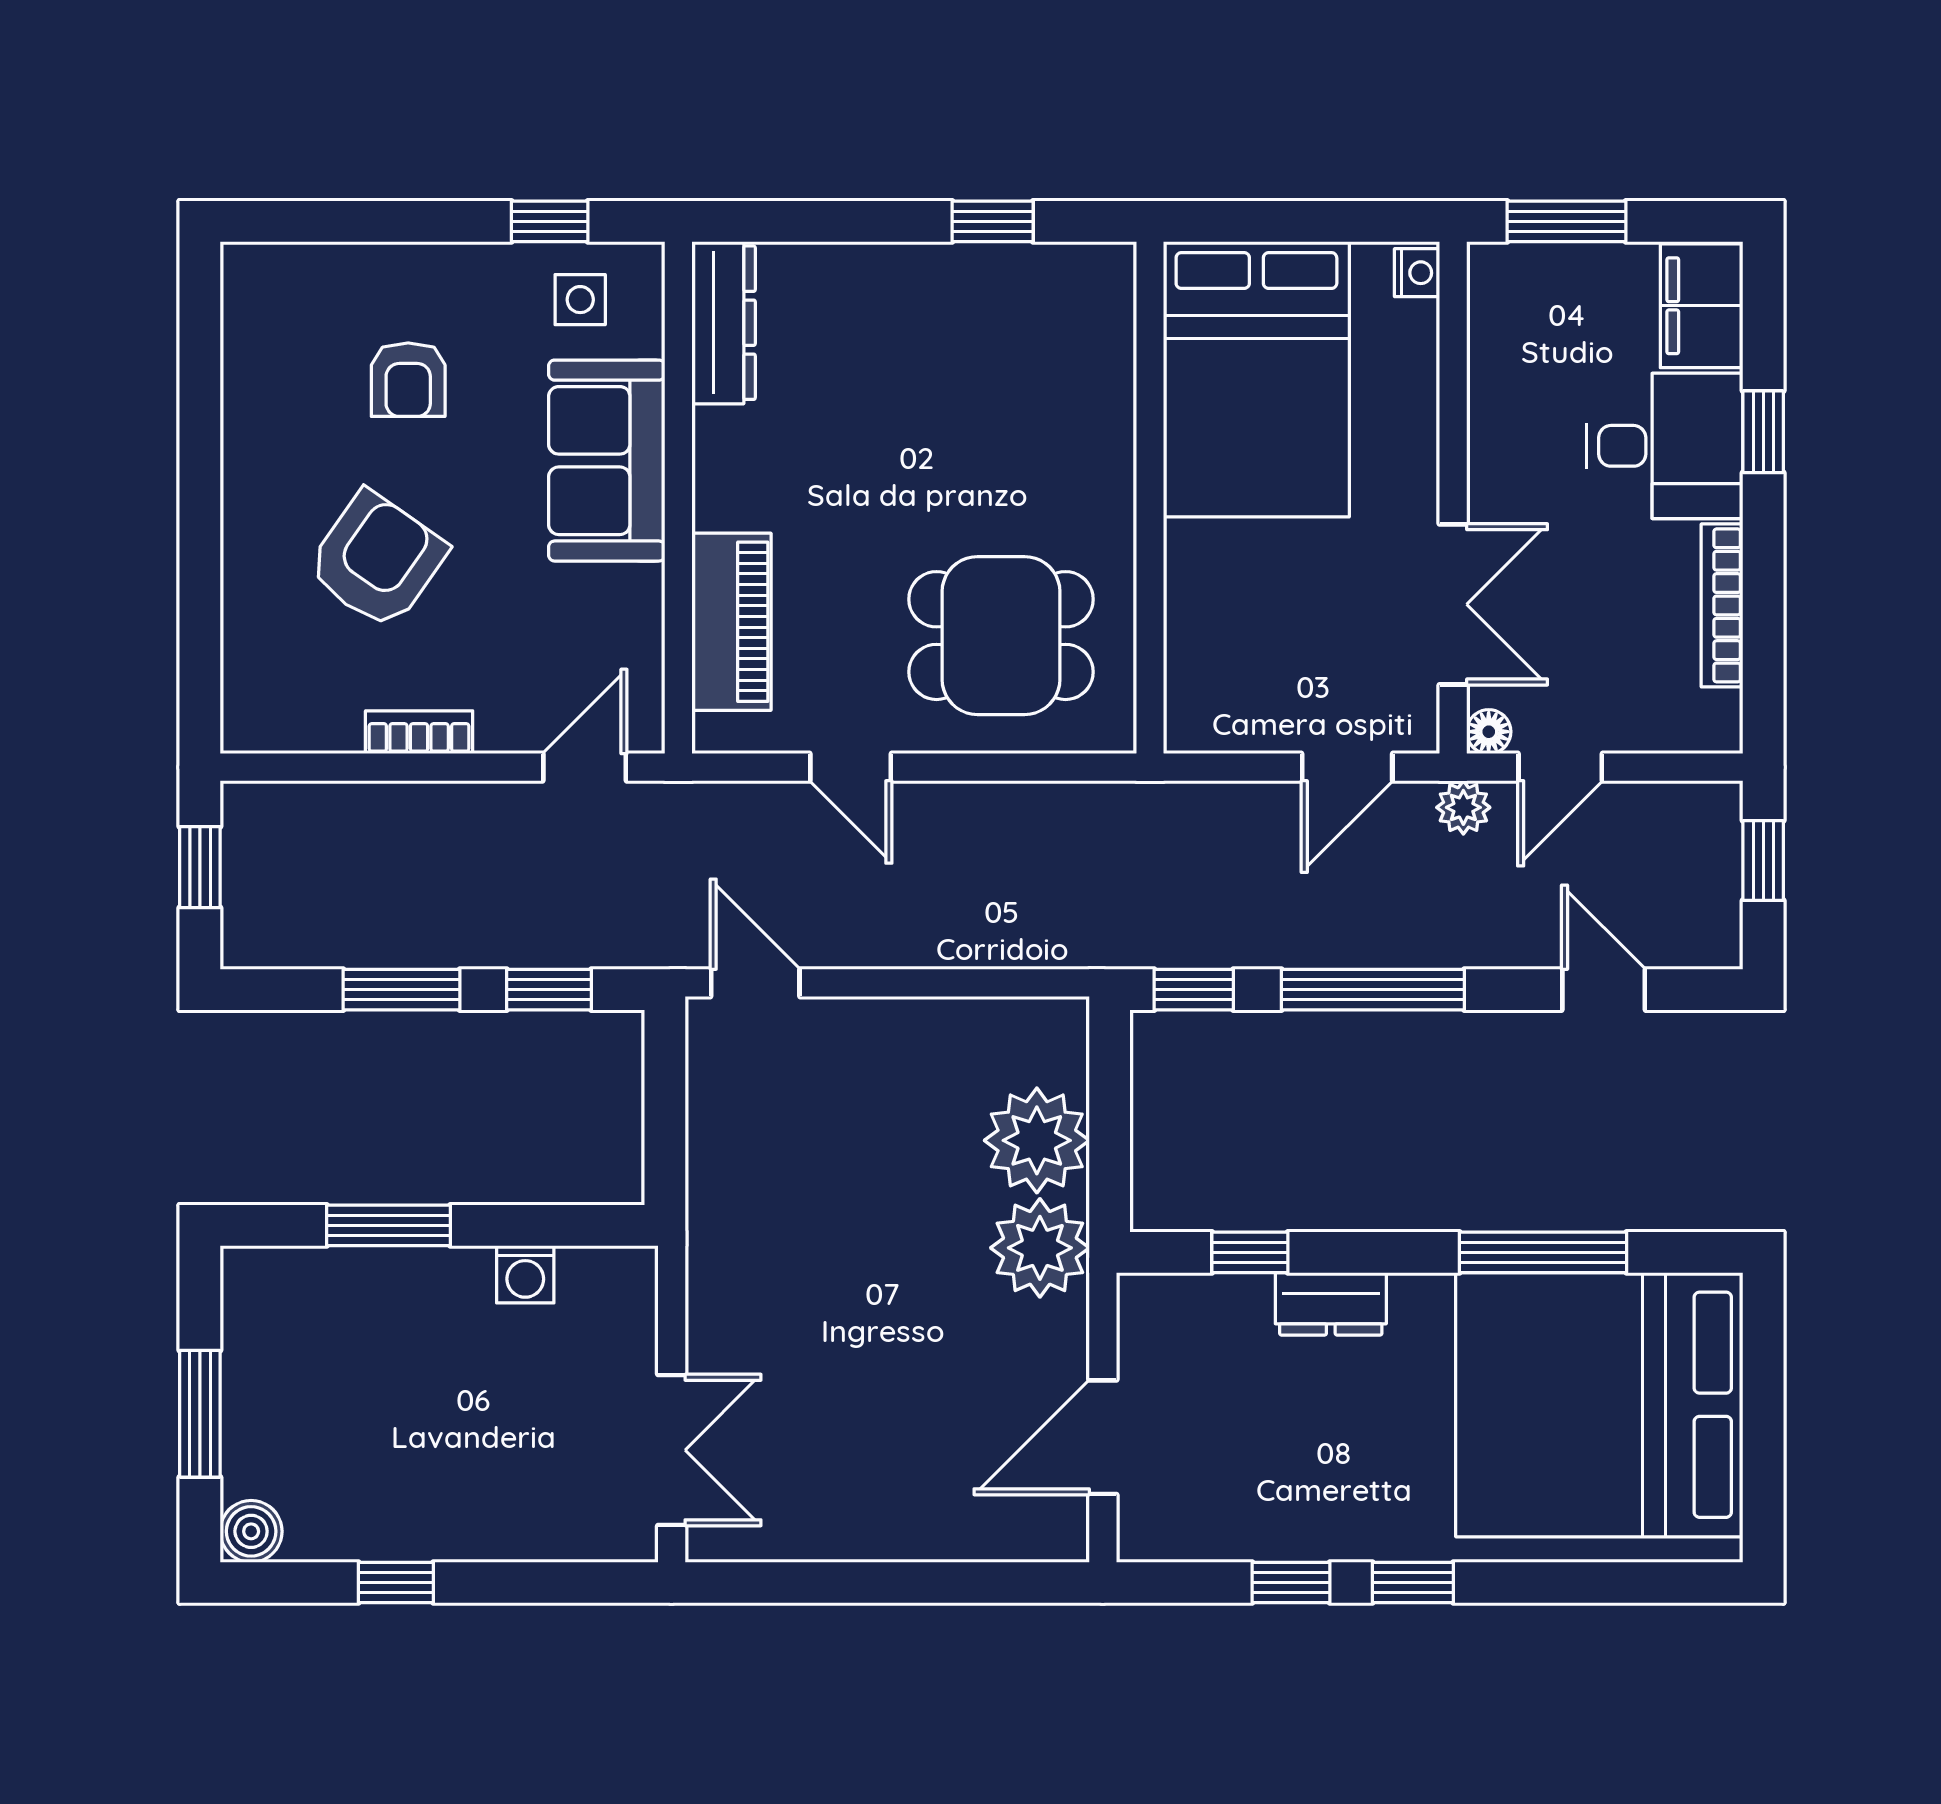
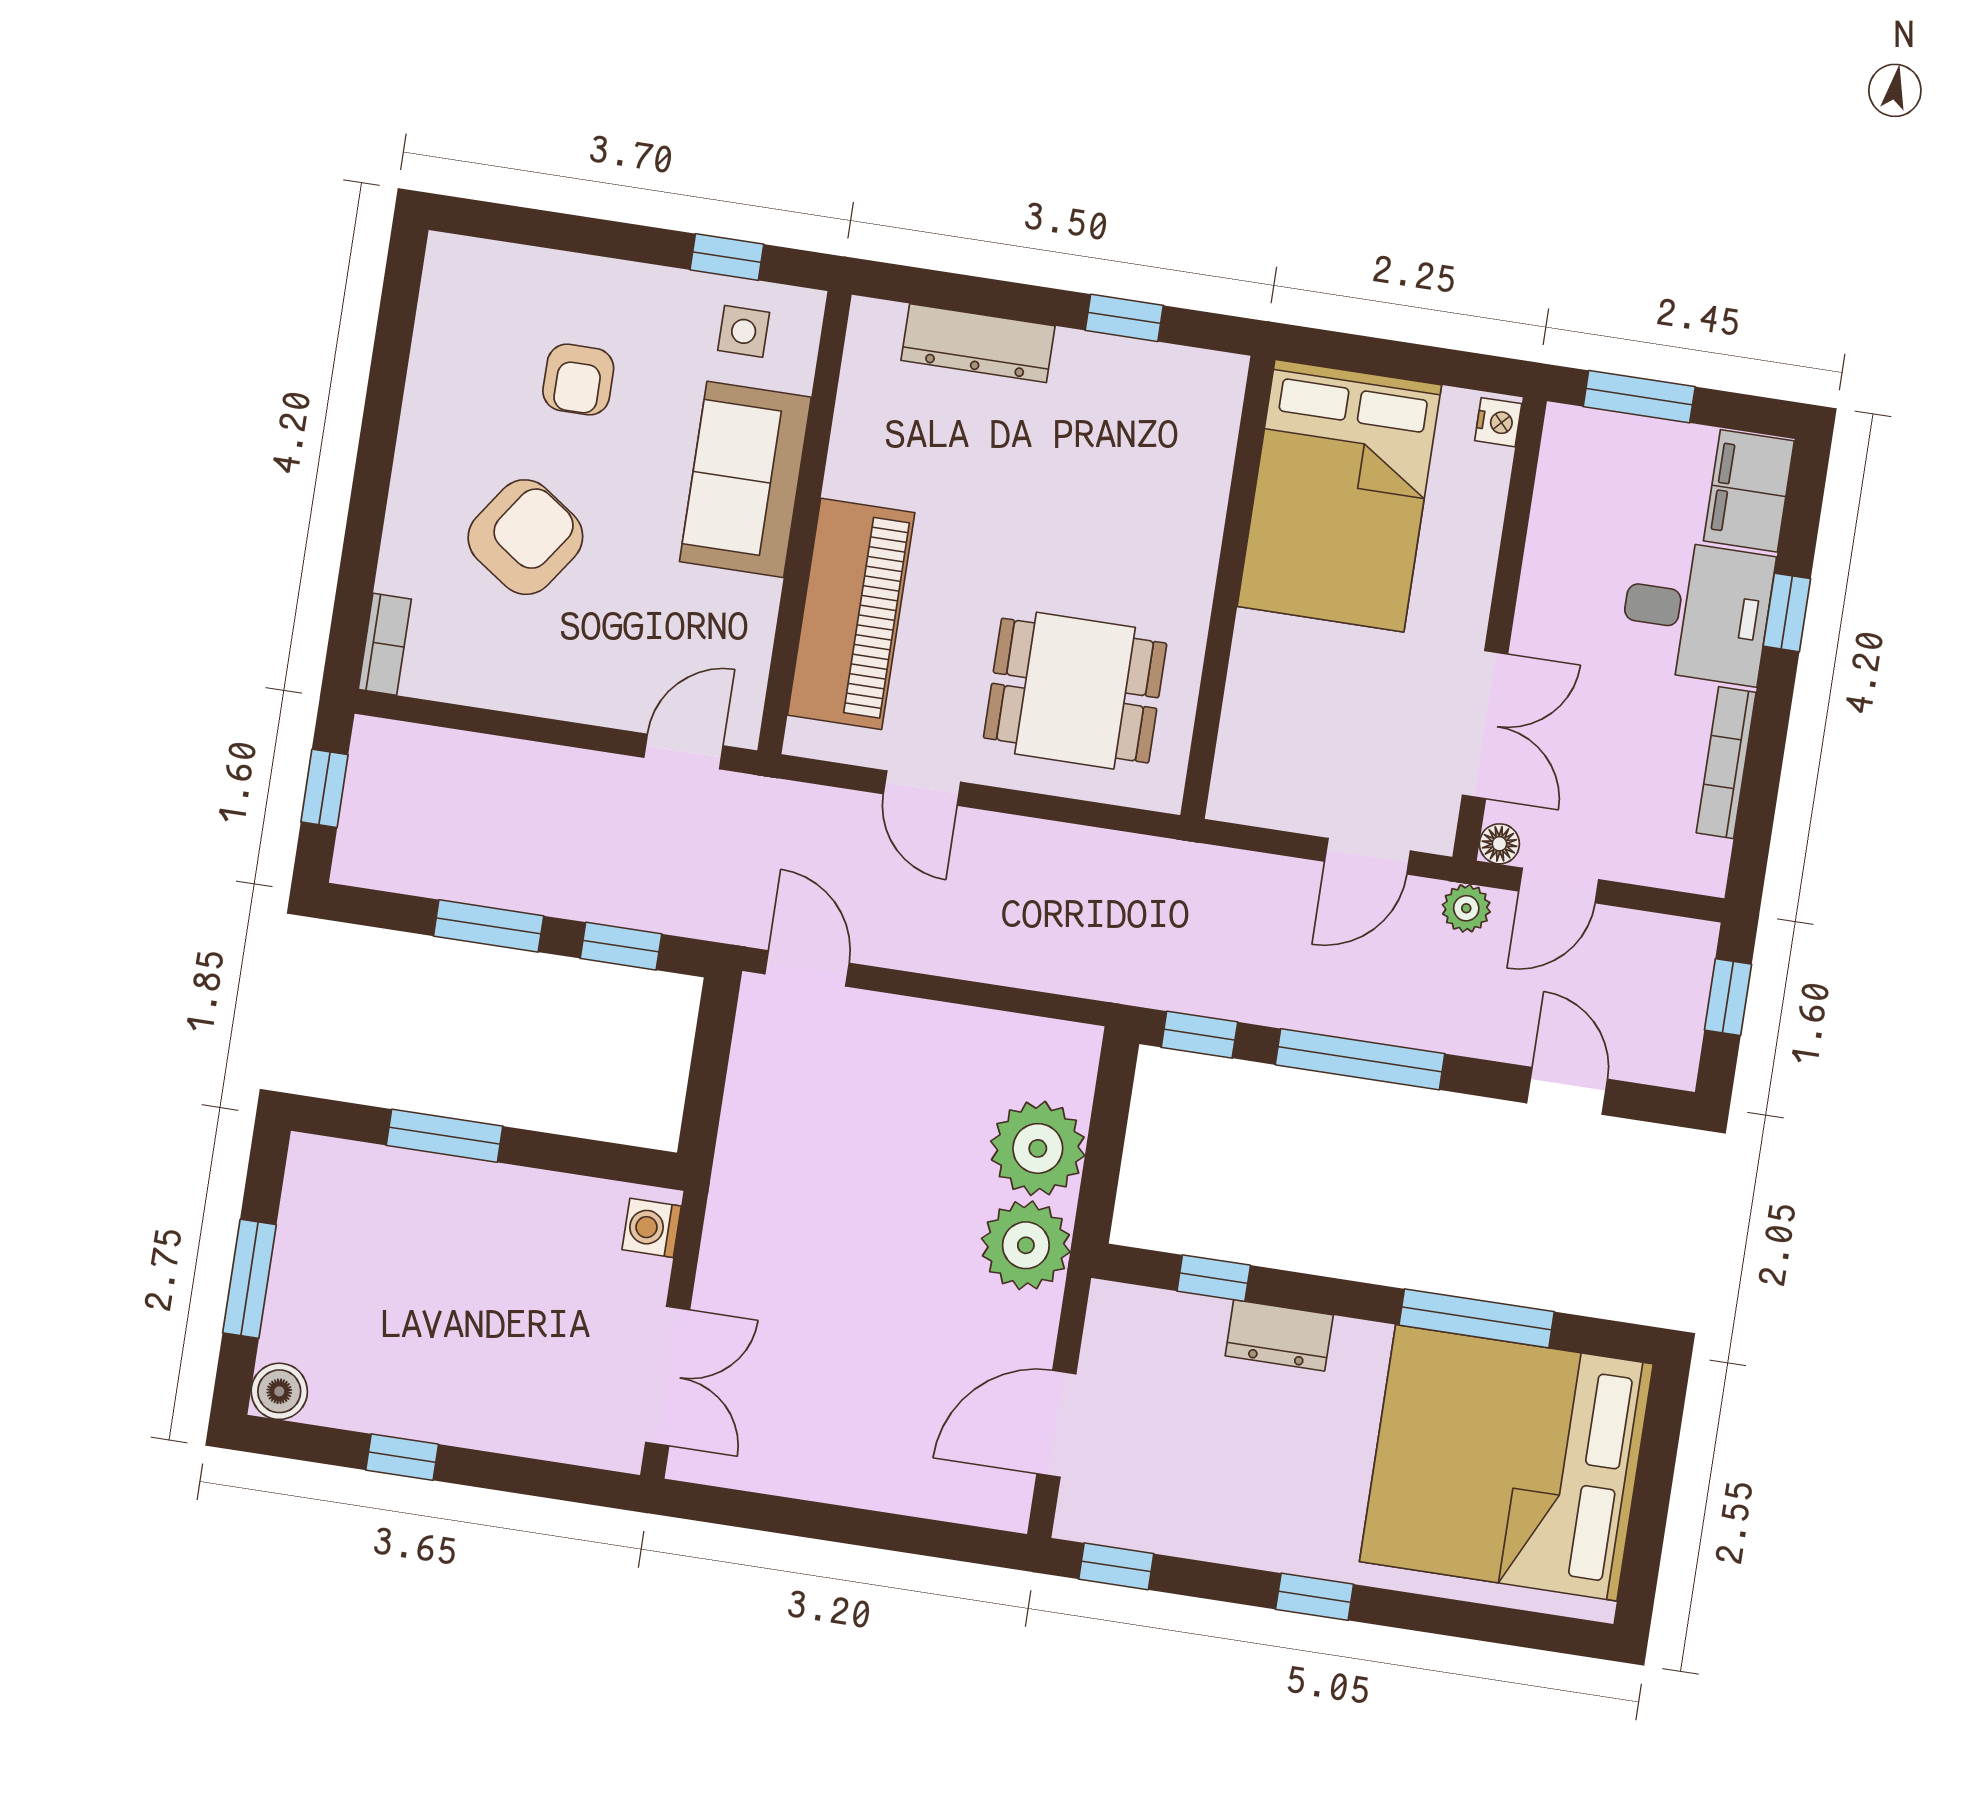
dresser: (724, 323) -> (978, 343), moved, turned 90
piano: (731, 622) -> (851, 614), width x1.37, depth x1.33
bookcase: (419, 732) -> (385, 644), moved, turned 90
washing machine: (525, 1274) -> (652, 1228), moved, turned 90
window: (1291, 1583) -> (1116, 1566), moved

